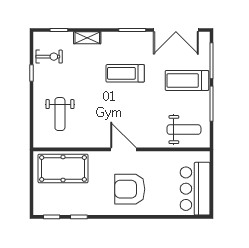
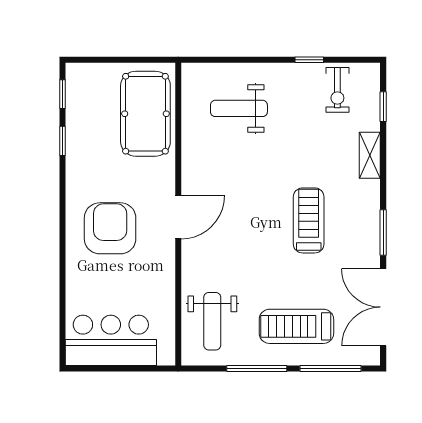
treadmill: (187, 80) -> (296, 326), turned -90

